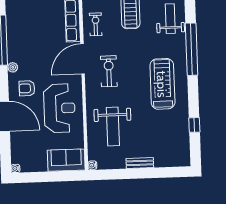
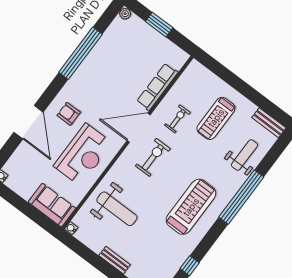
exercise bike: (96, 24) -> (177, 119), moved
plant: (13, 67) -> (71, 85), removed
weight bench: (113, 126) -> (117, 209), turned -90

